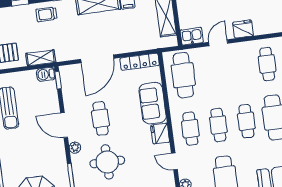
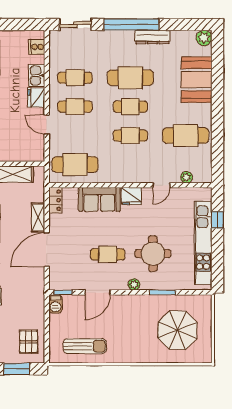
kitchen sink: (192, 36) -> (37, 76), moved
shelving: (41, 58) -> (38, 217), moved
door: (97, 59) -> (47, 250), swing flipped
locker: (140, 62) -> (55, 200), width x0.66
door: (64, 125) -> (98, 292), moved
cafe table: (190, 129) -> (75, 107), moved

